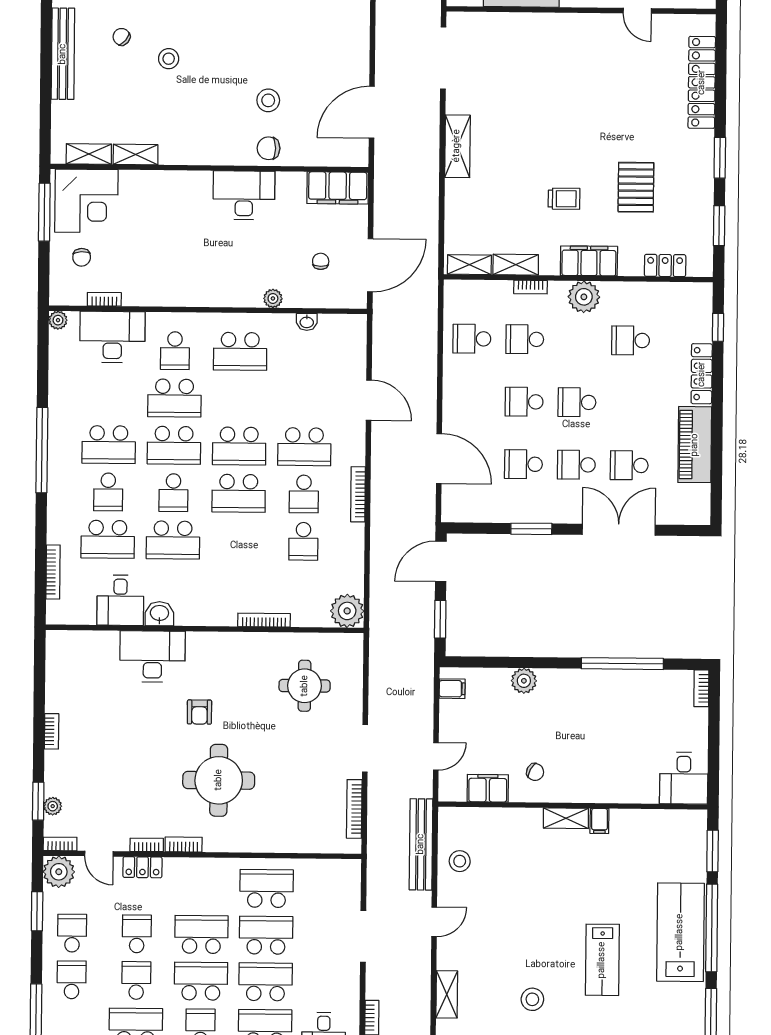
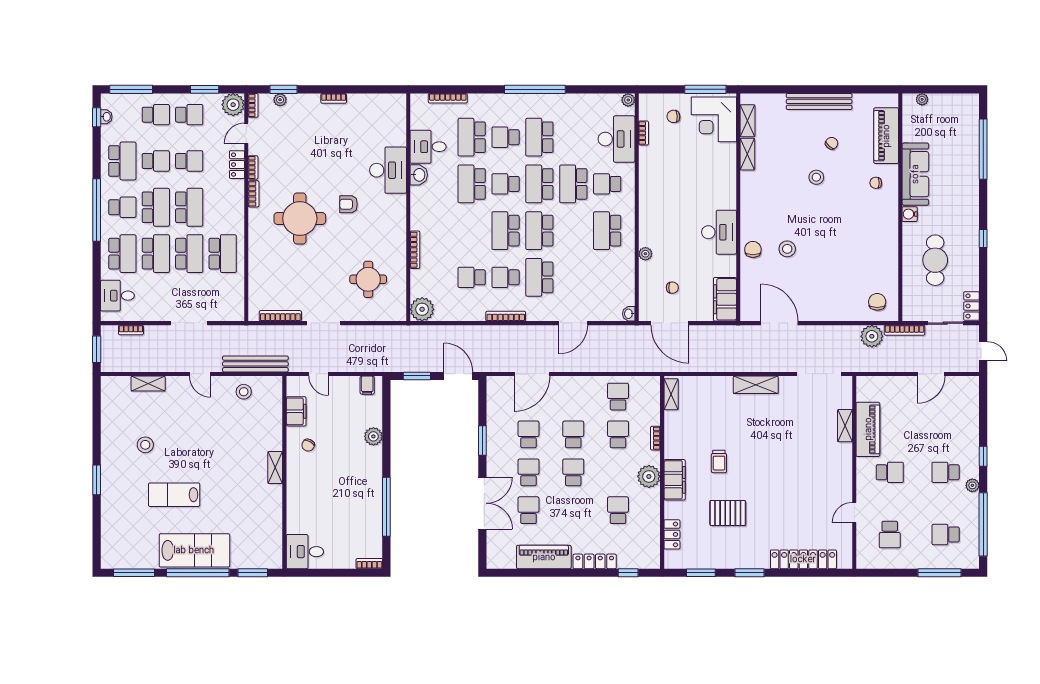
shelving: (516, 265) -> (845, 426), moved
washbasin: (307, 322) -> (629, 314), moved
filing cabinet: (599, 821) -> (274, 492), removed

